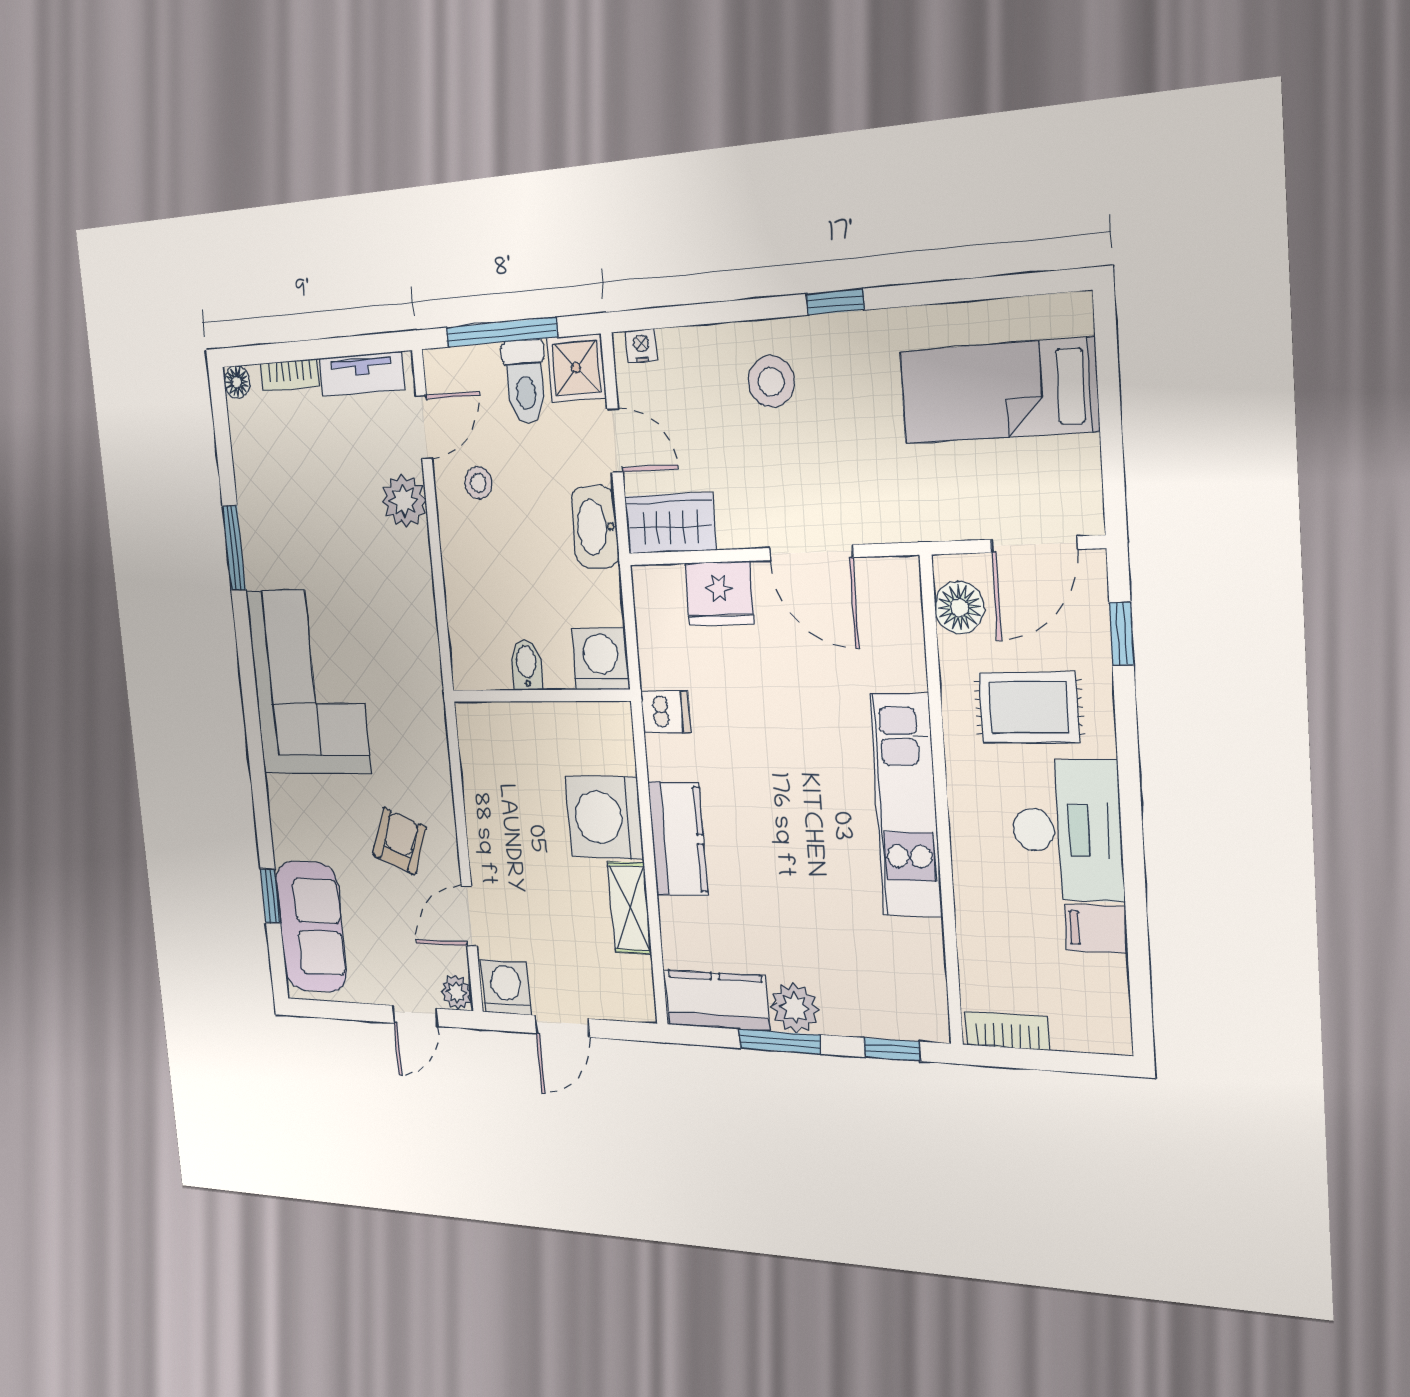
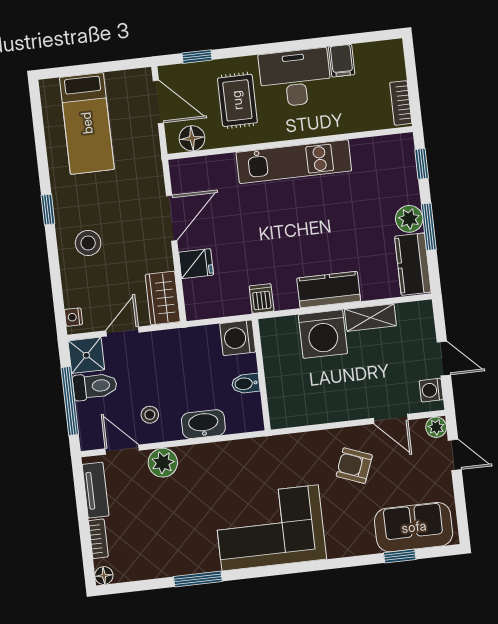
washbasin: (595, 527) -> (203, 424), moved, turned 180
fridge: (719, 593) -> (196, 264), width x0.72
washing machine: (506, 987) -> (431, 390), width x0.73, depth x0.73

